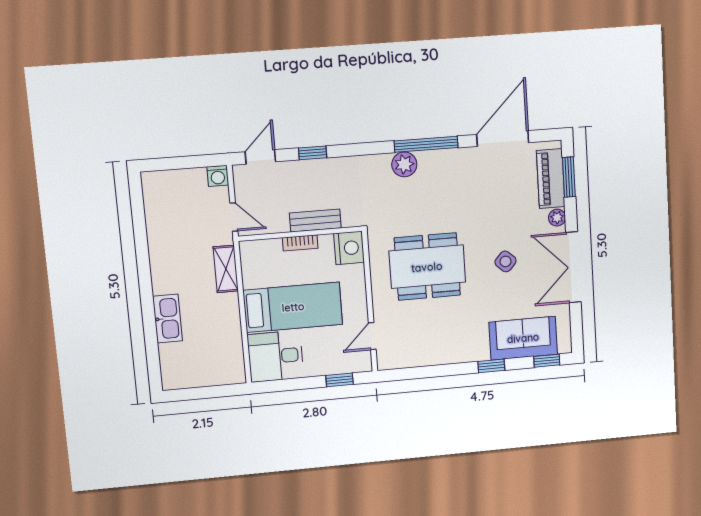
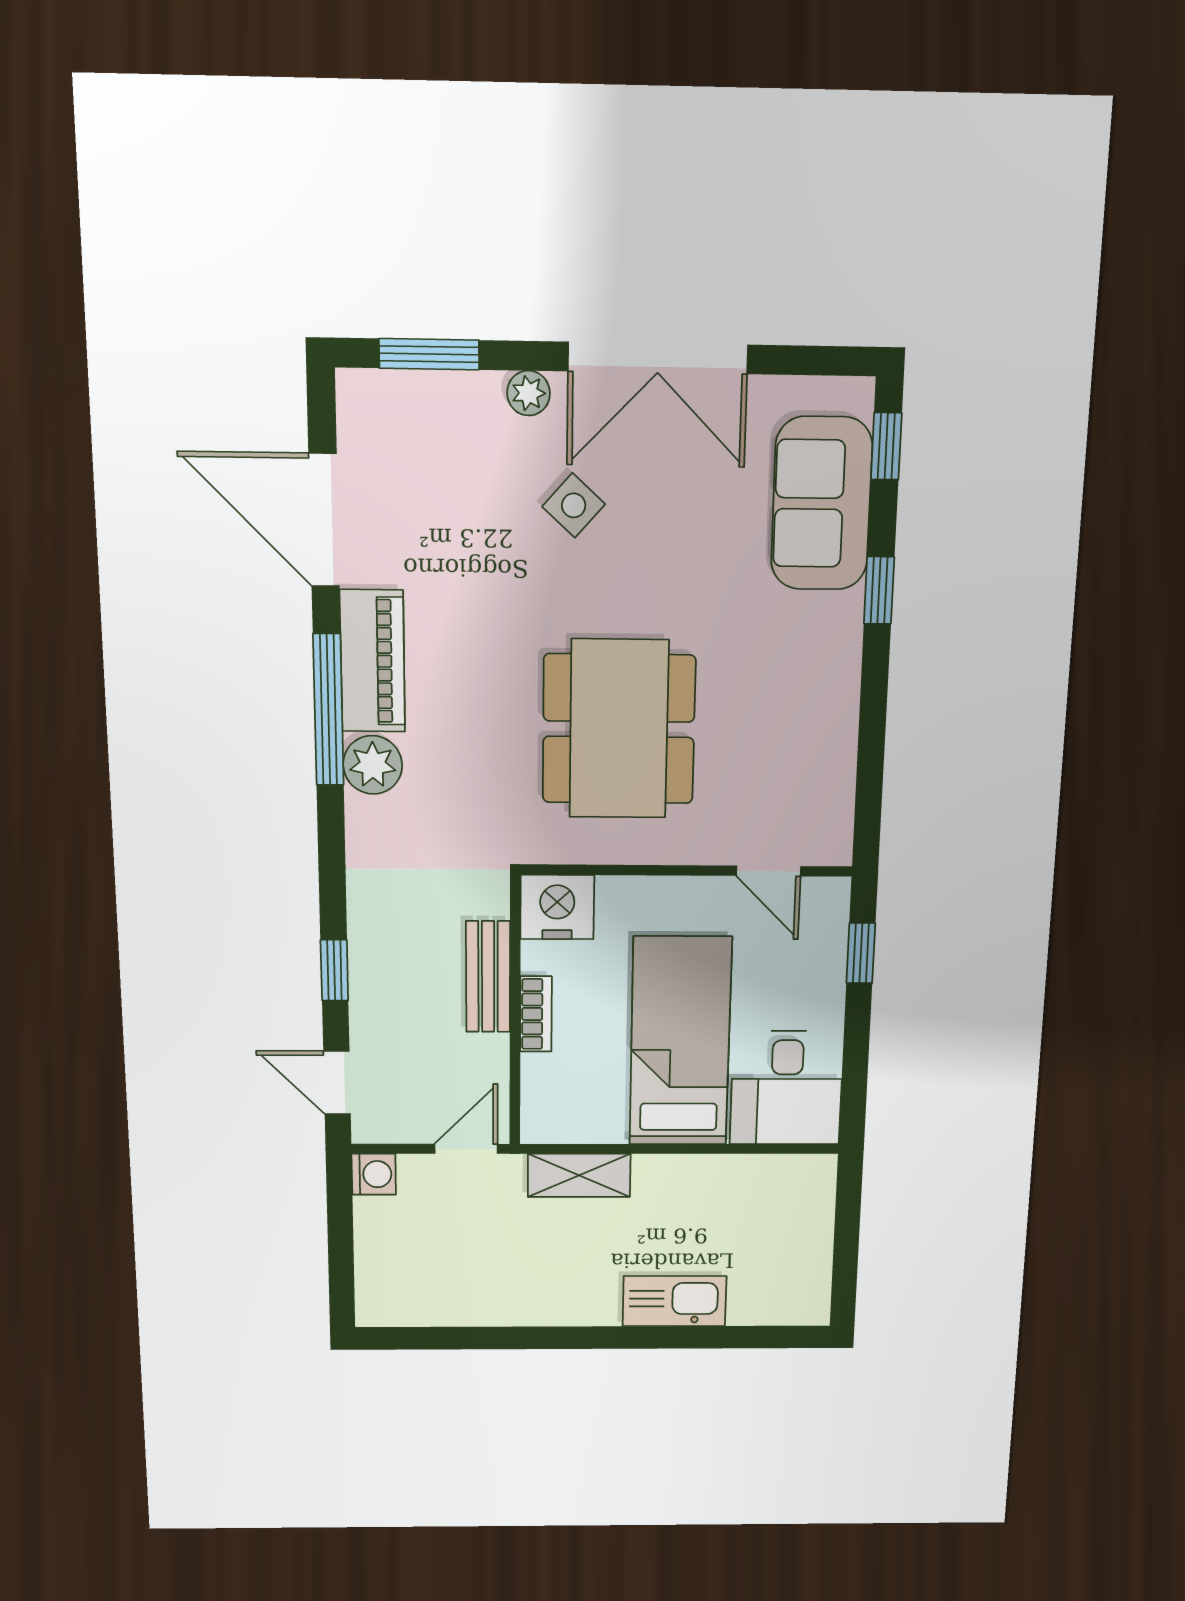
piano: (551, 179) -> (373, 661), moved, turned -90
side table: (506, 261) -> (574, 505), moved

